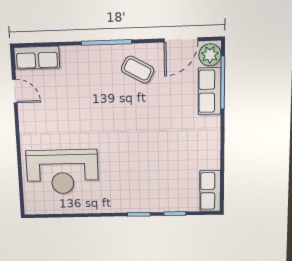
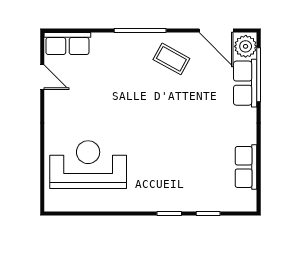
door: (181, 40) -> (216, 31), hinge flipped
reception desk: (62, 172) -> (88, 165), turned 180
row of seats: (210, 191) -> (246, 167), moved

